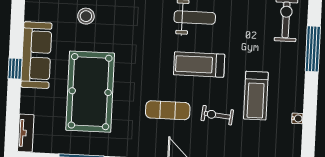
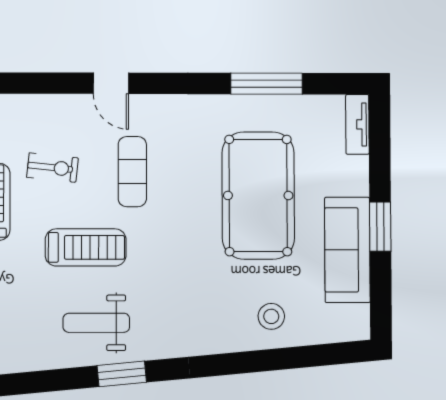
window: (15, 69) -> (380, 227), width x1.50
exercise mat: (168, 110) -> (132, 172), turned 90

